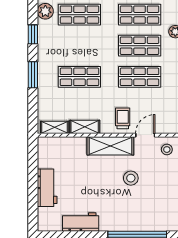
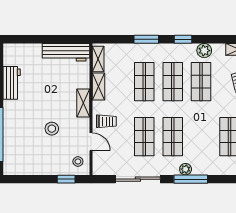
shop shelf: (140, 15) -> (173, 82), moved
shelving: (110, 146) -> (83, 103), width x0.67, depth x0.75
workbench: (47, 188) -> (66, 52), moved, width x1.38

